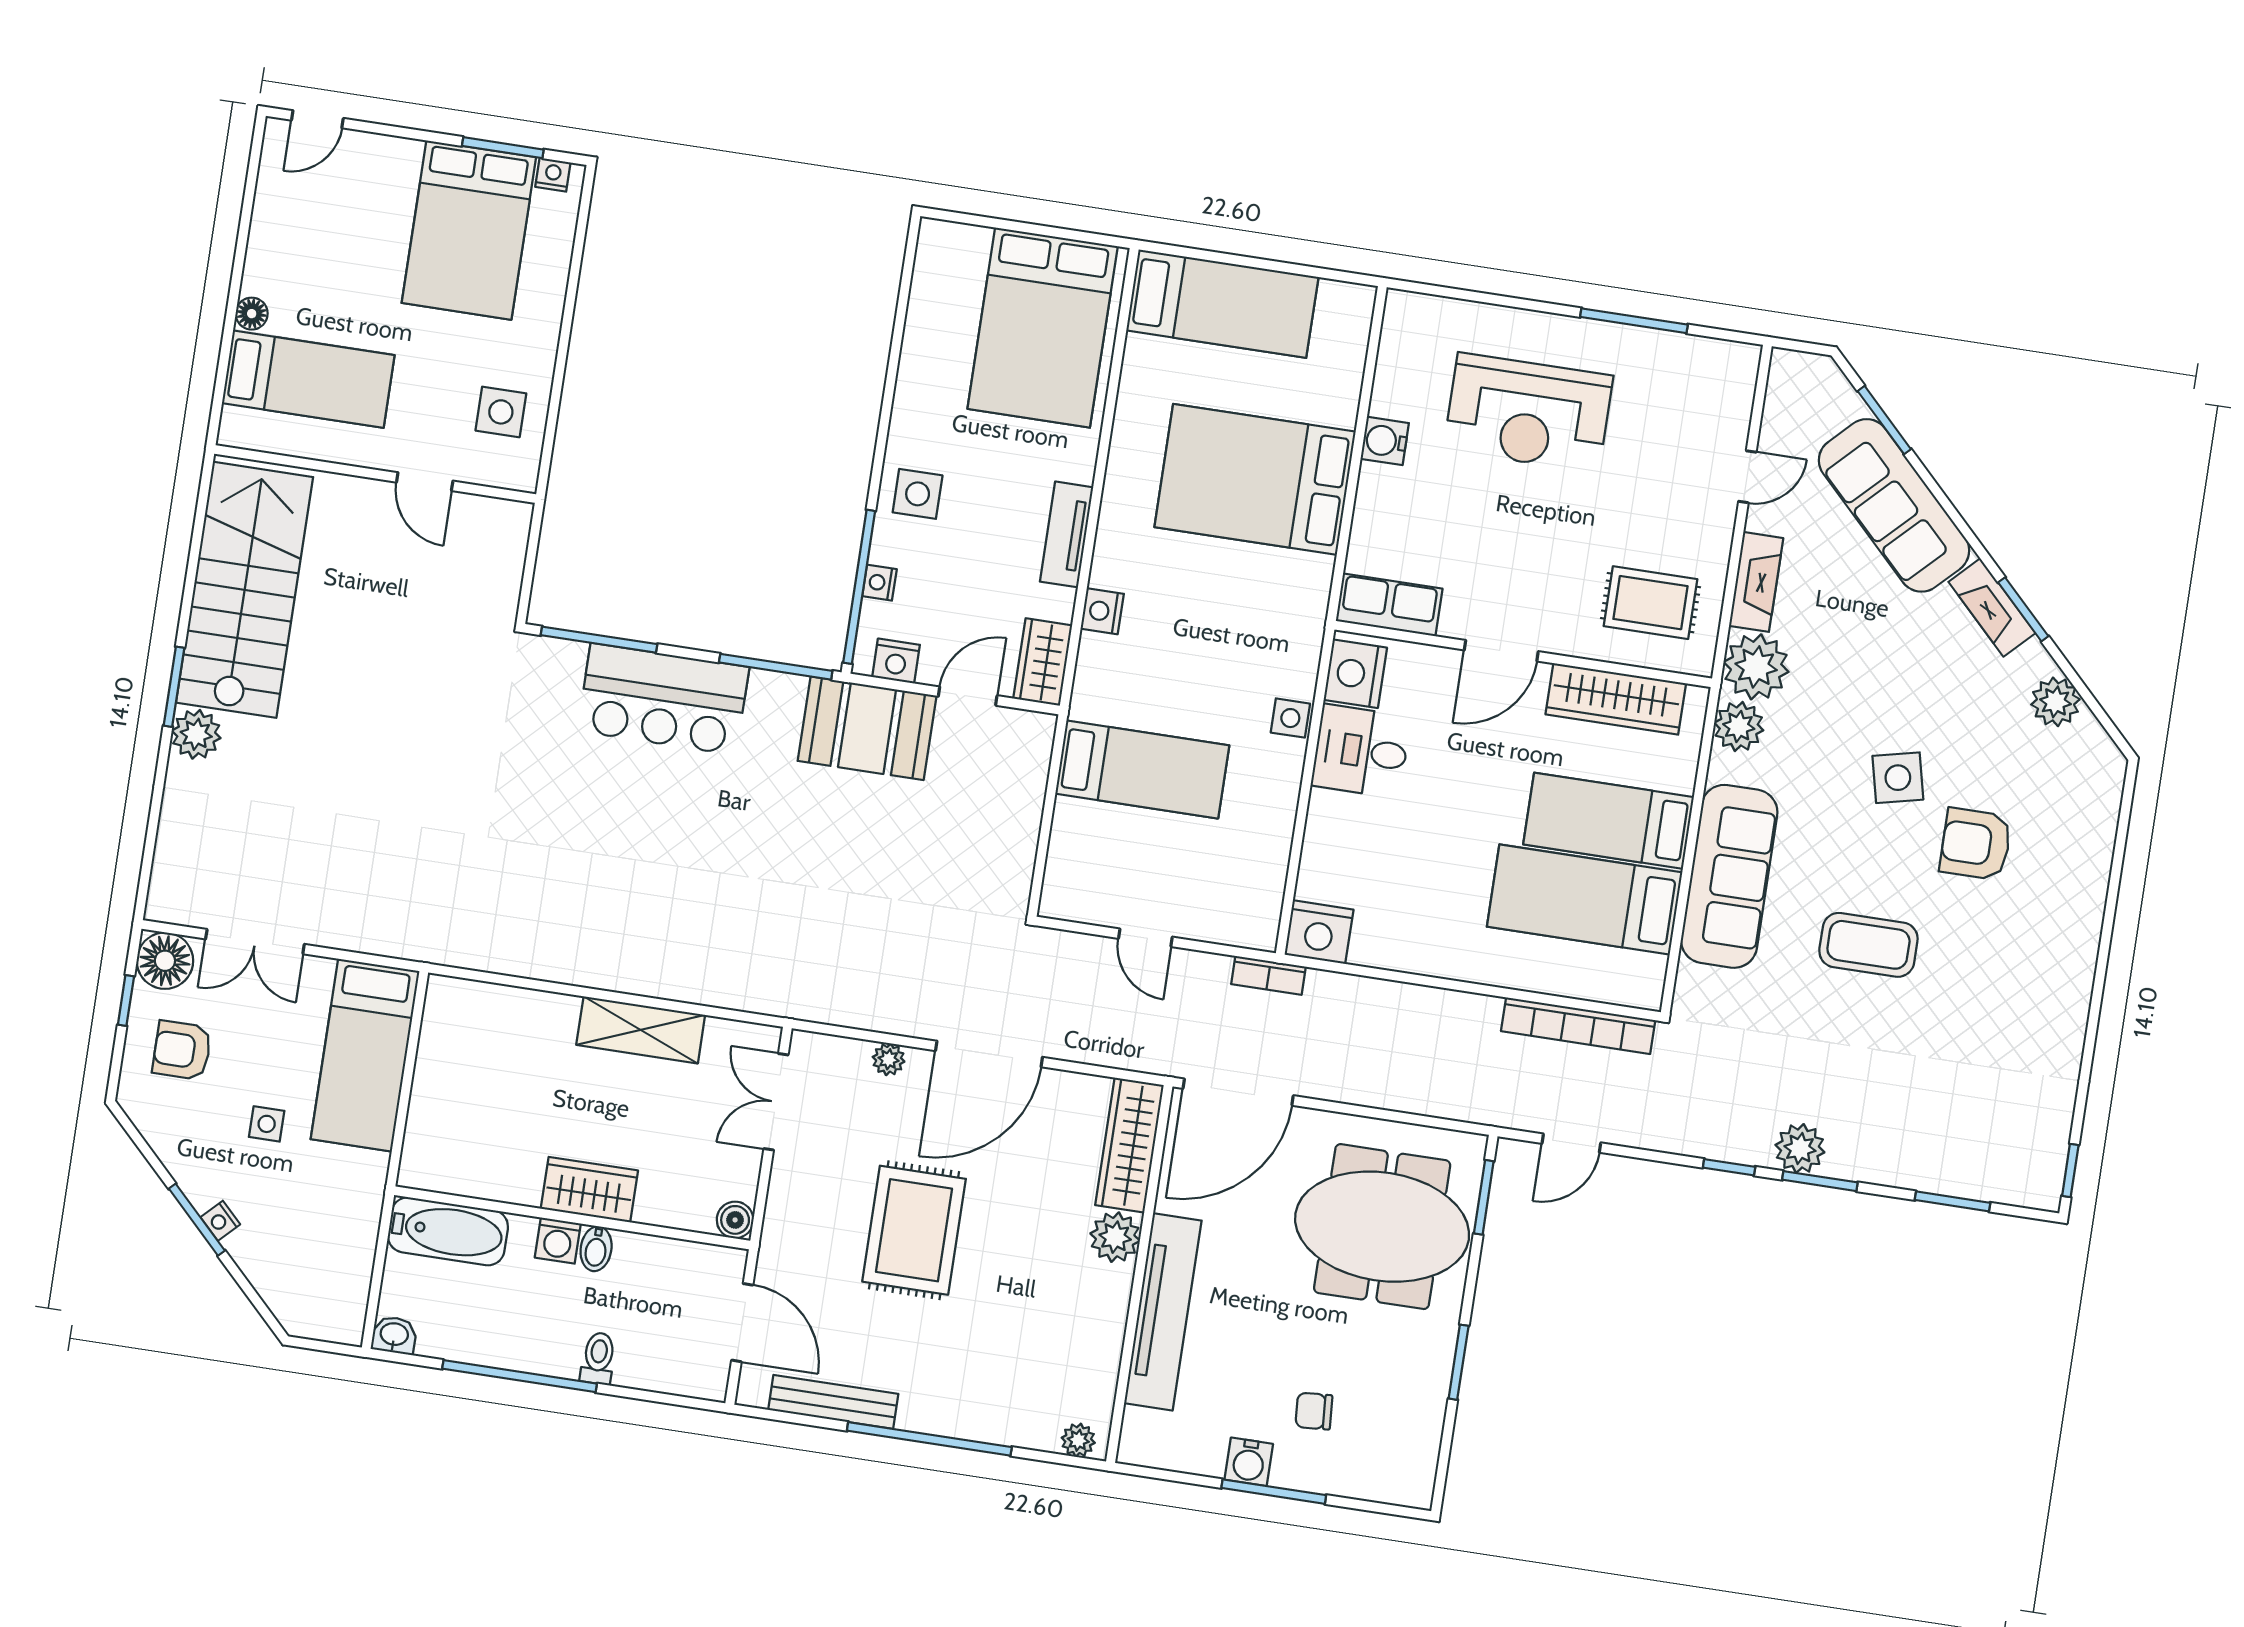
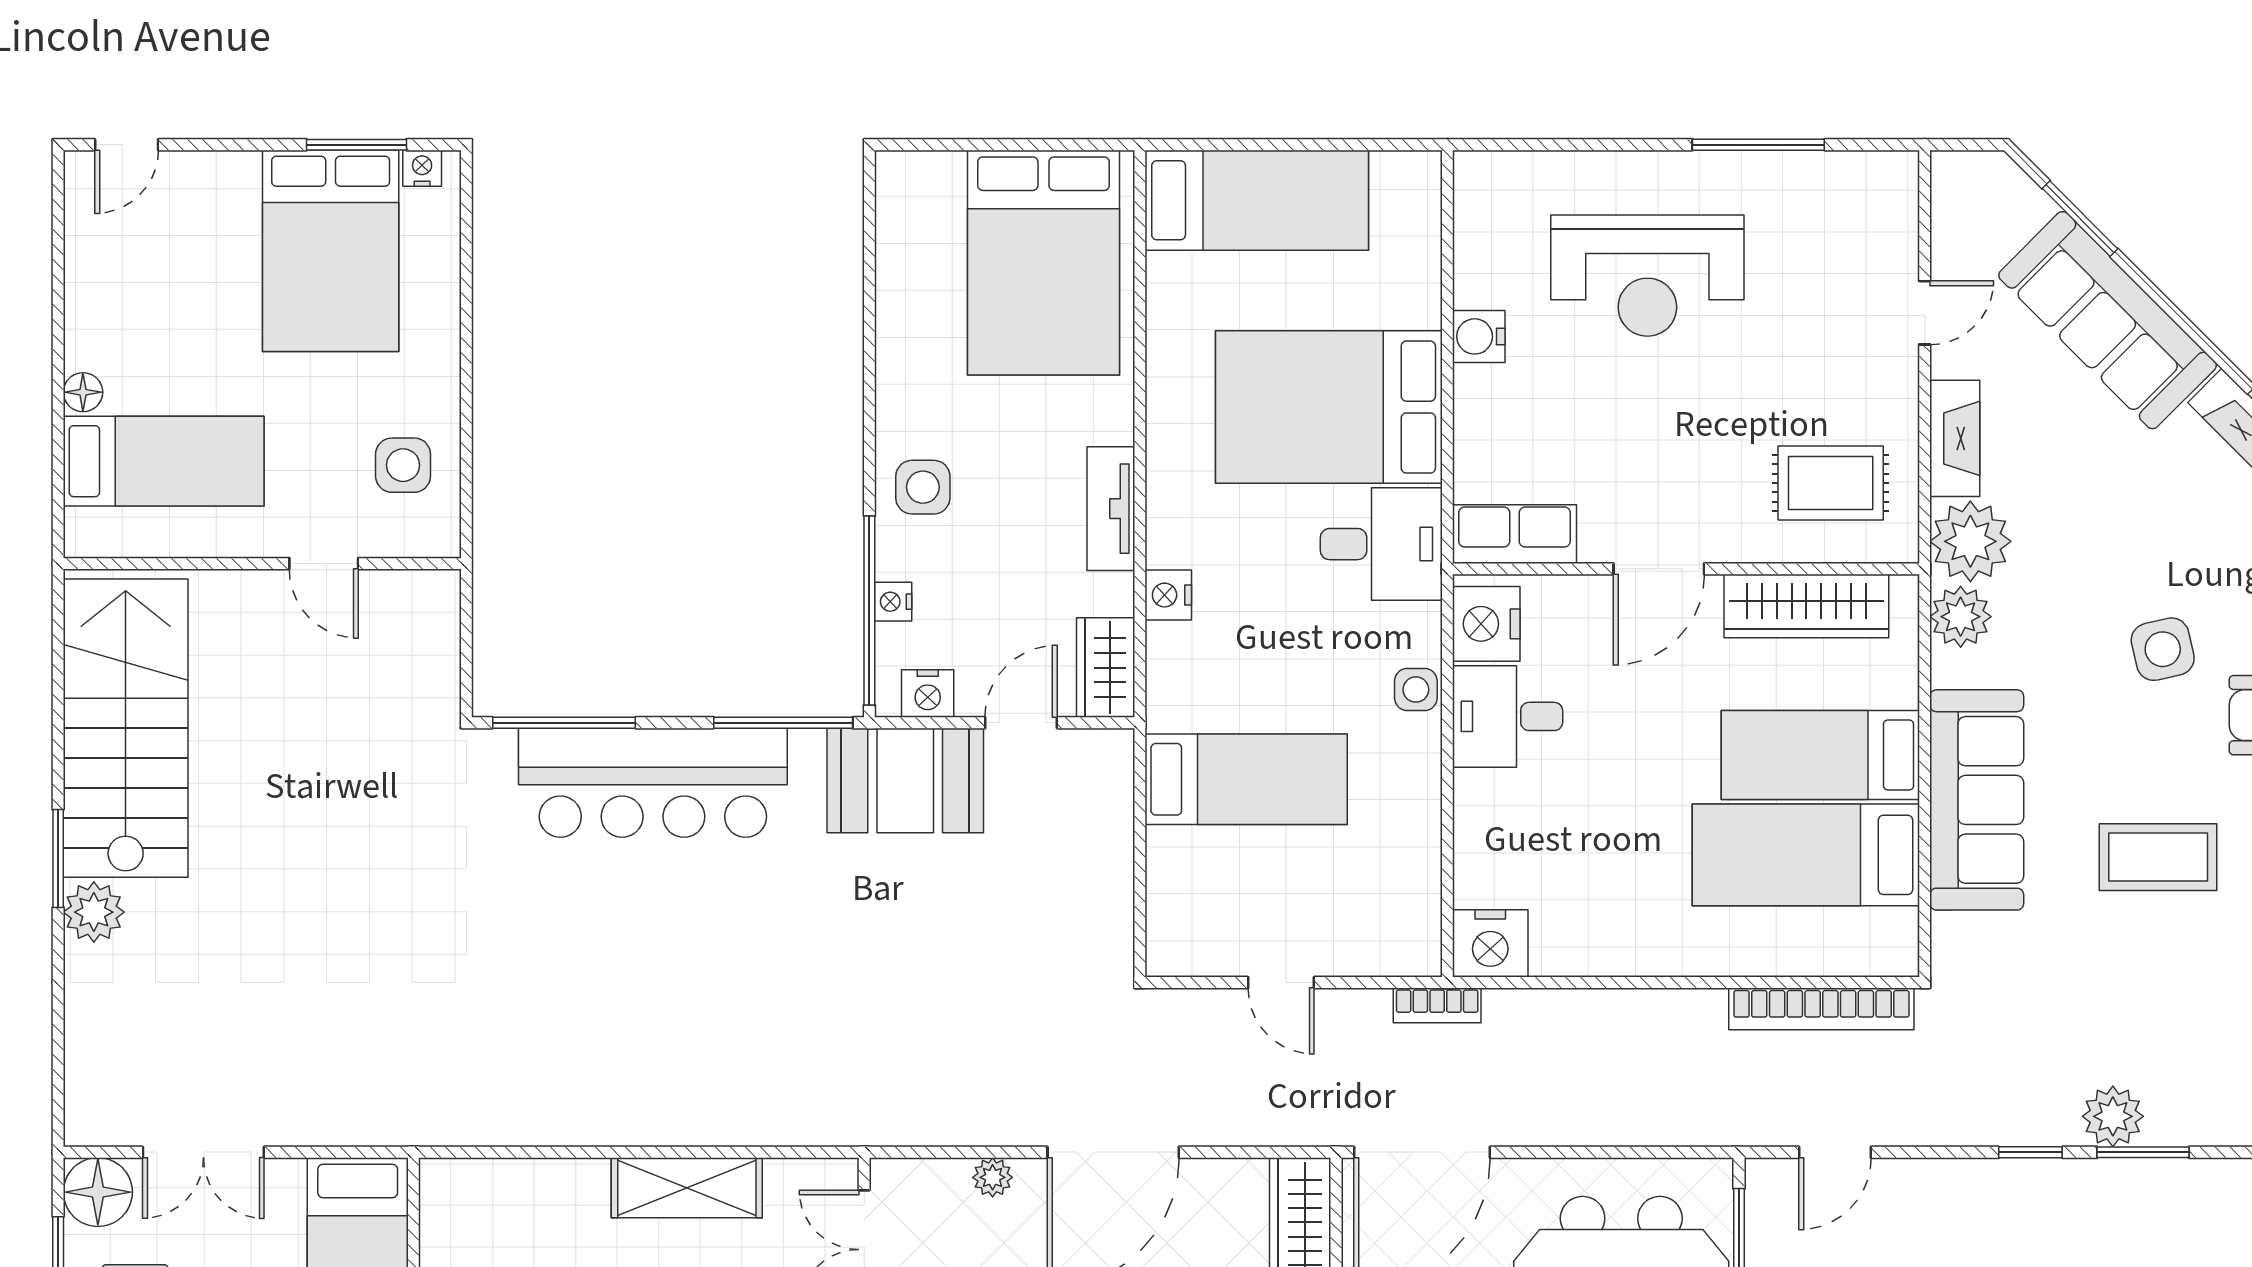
desk: (1280, 596) -> (1381, 544), added
bar counter: (663, 699) -> (653, 783), width x1.36

